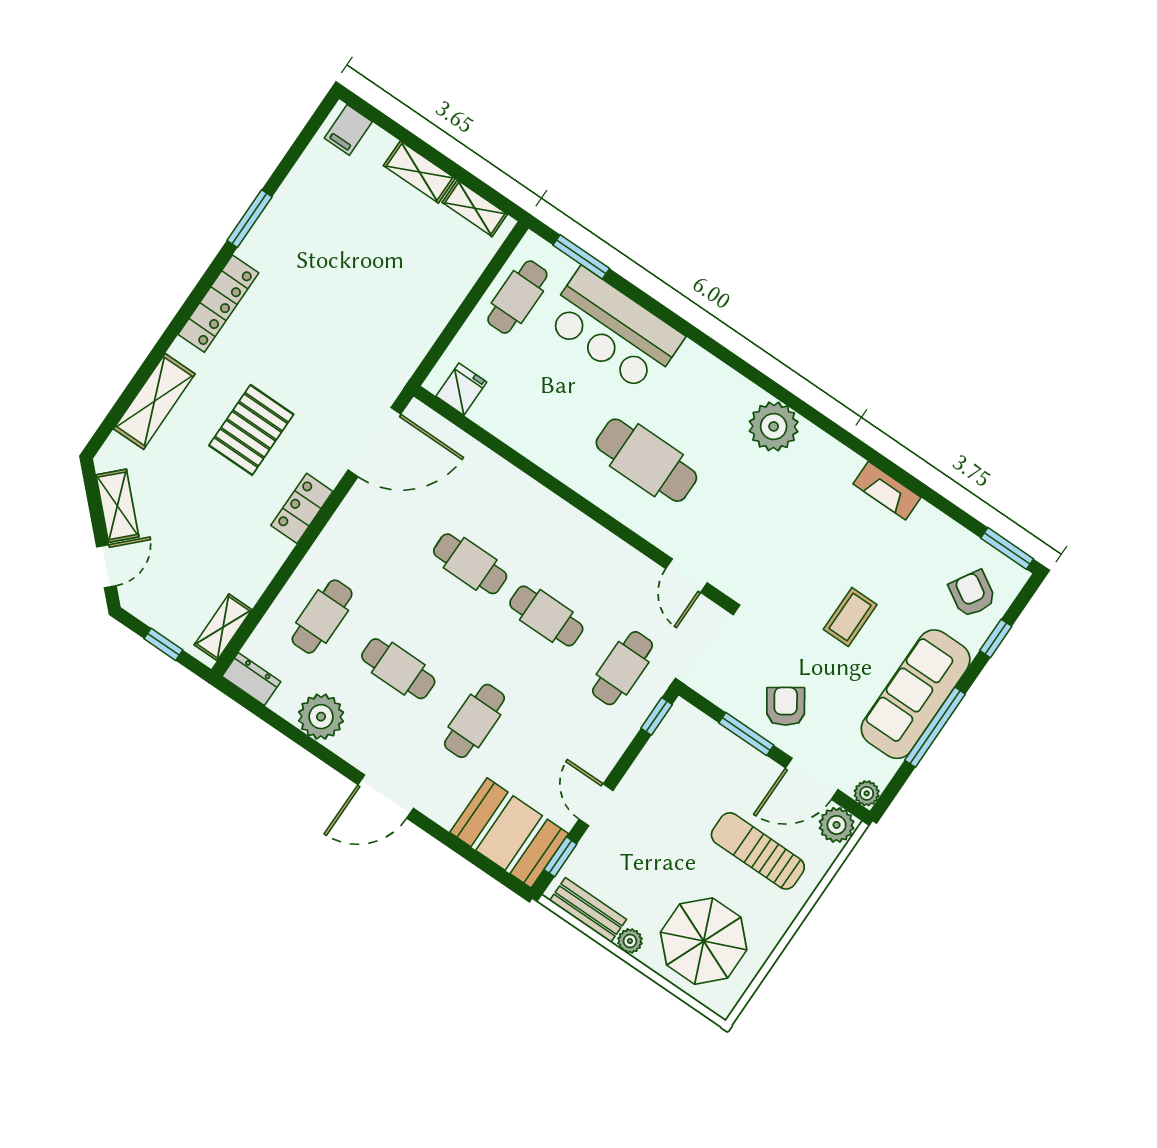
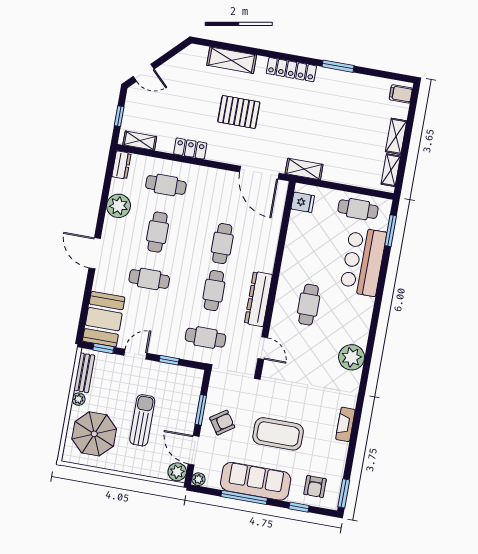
cafe table: (646, 460) -> (309, 305), width x0.73, depth x0.74
shelving: (117, 506) -> (304, 169), moved, turned 45
locker: (302, 508) -> (190, 149), moved
dresser: (597, 544) -> (258, 299), added
door: (687, 576) -> (263, 348), swing flipped
armchair: (972, 594) -> (315, 487), turned 149
coffee table: (850, 617) -> (278, 434), width x1.86, depth x1.72
window: (657, 716) -> (169, 360), moved
sun lounger: (758, 851) -> (142, 420), moved

